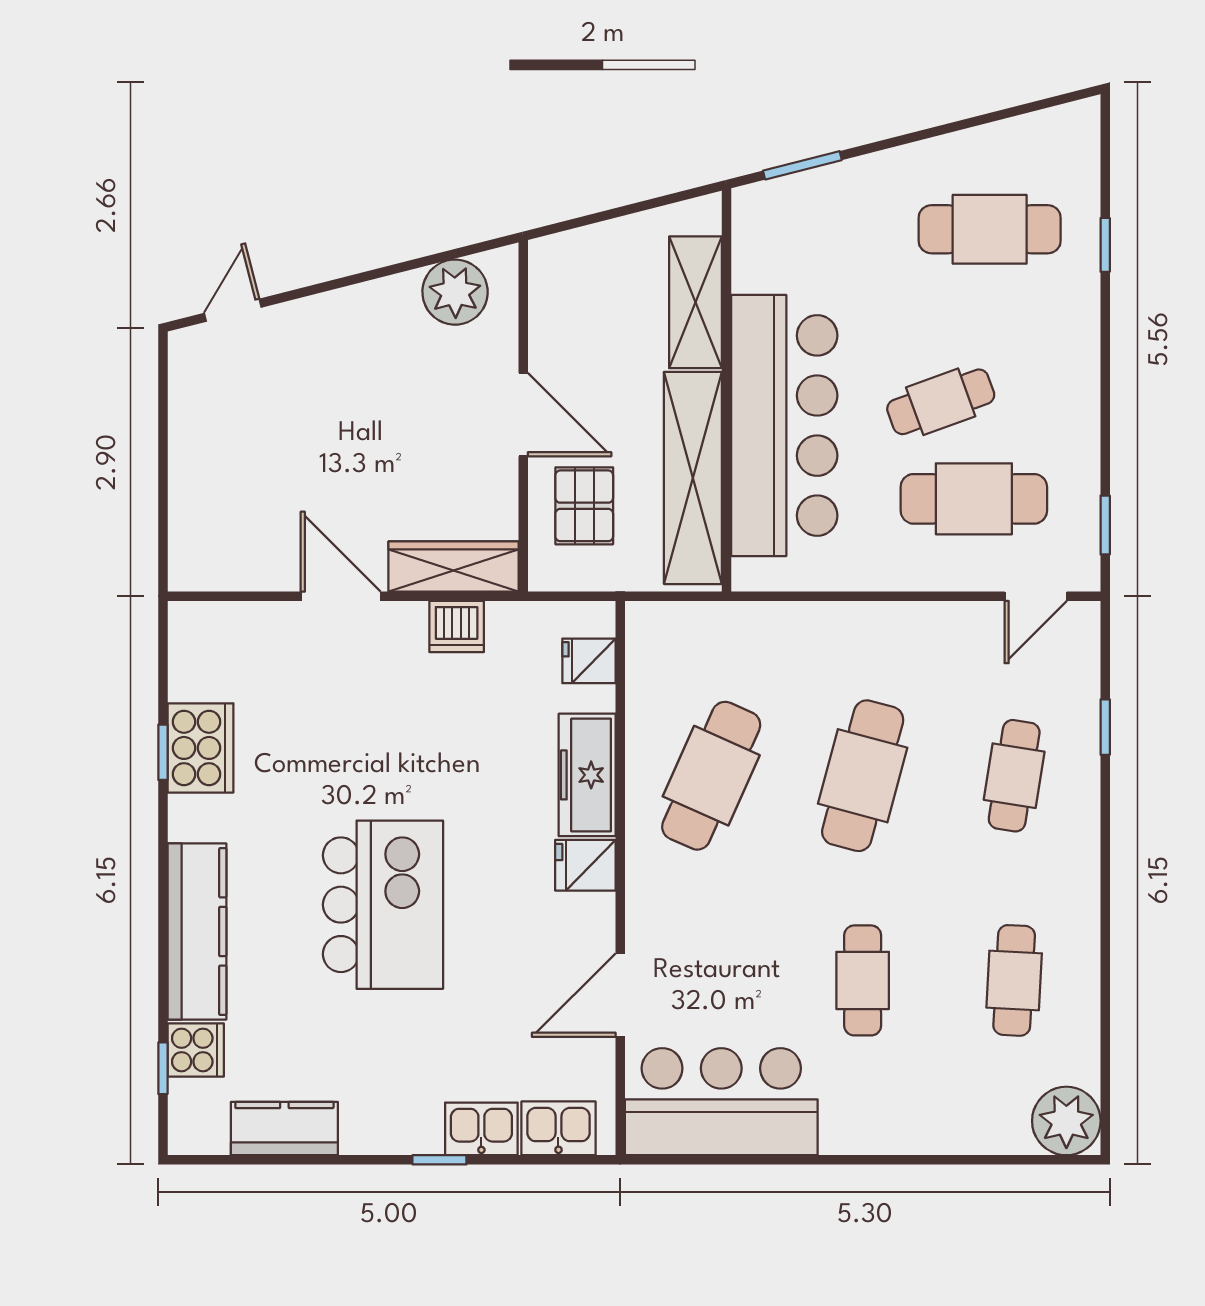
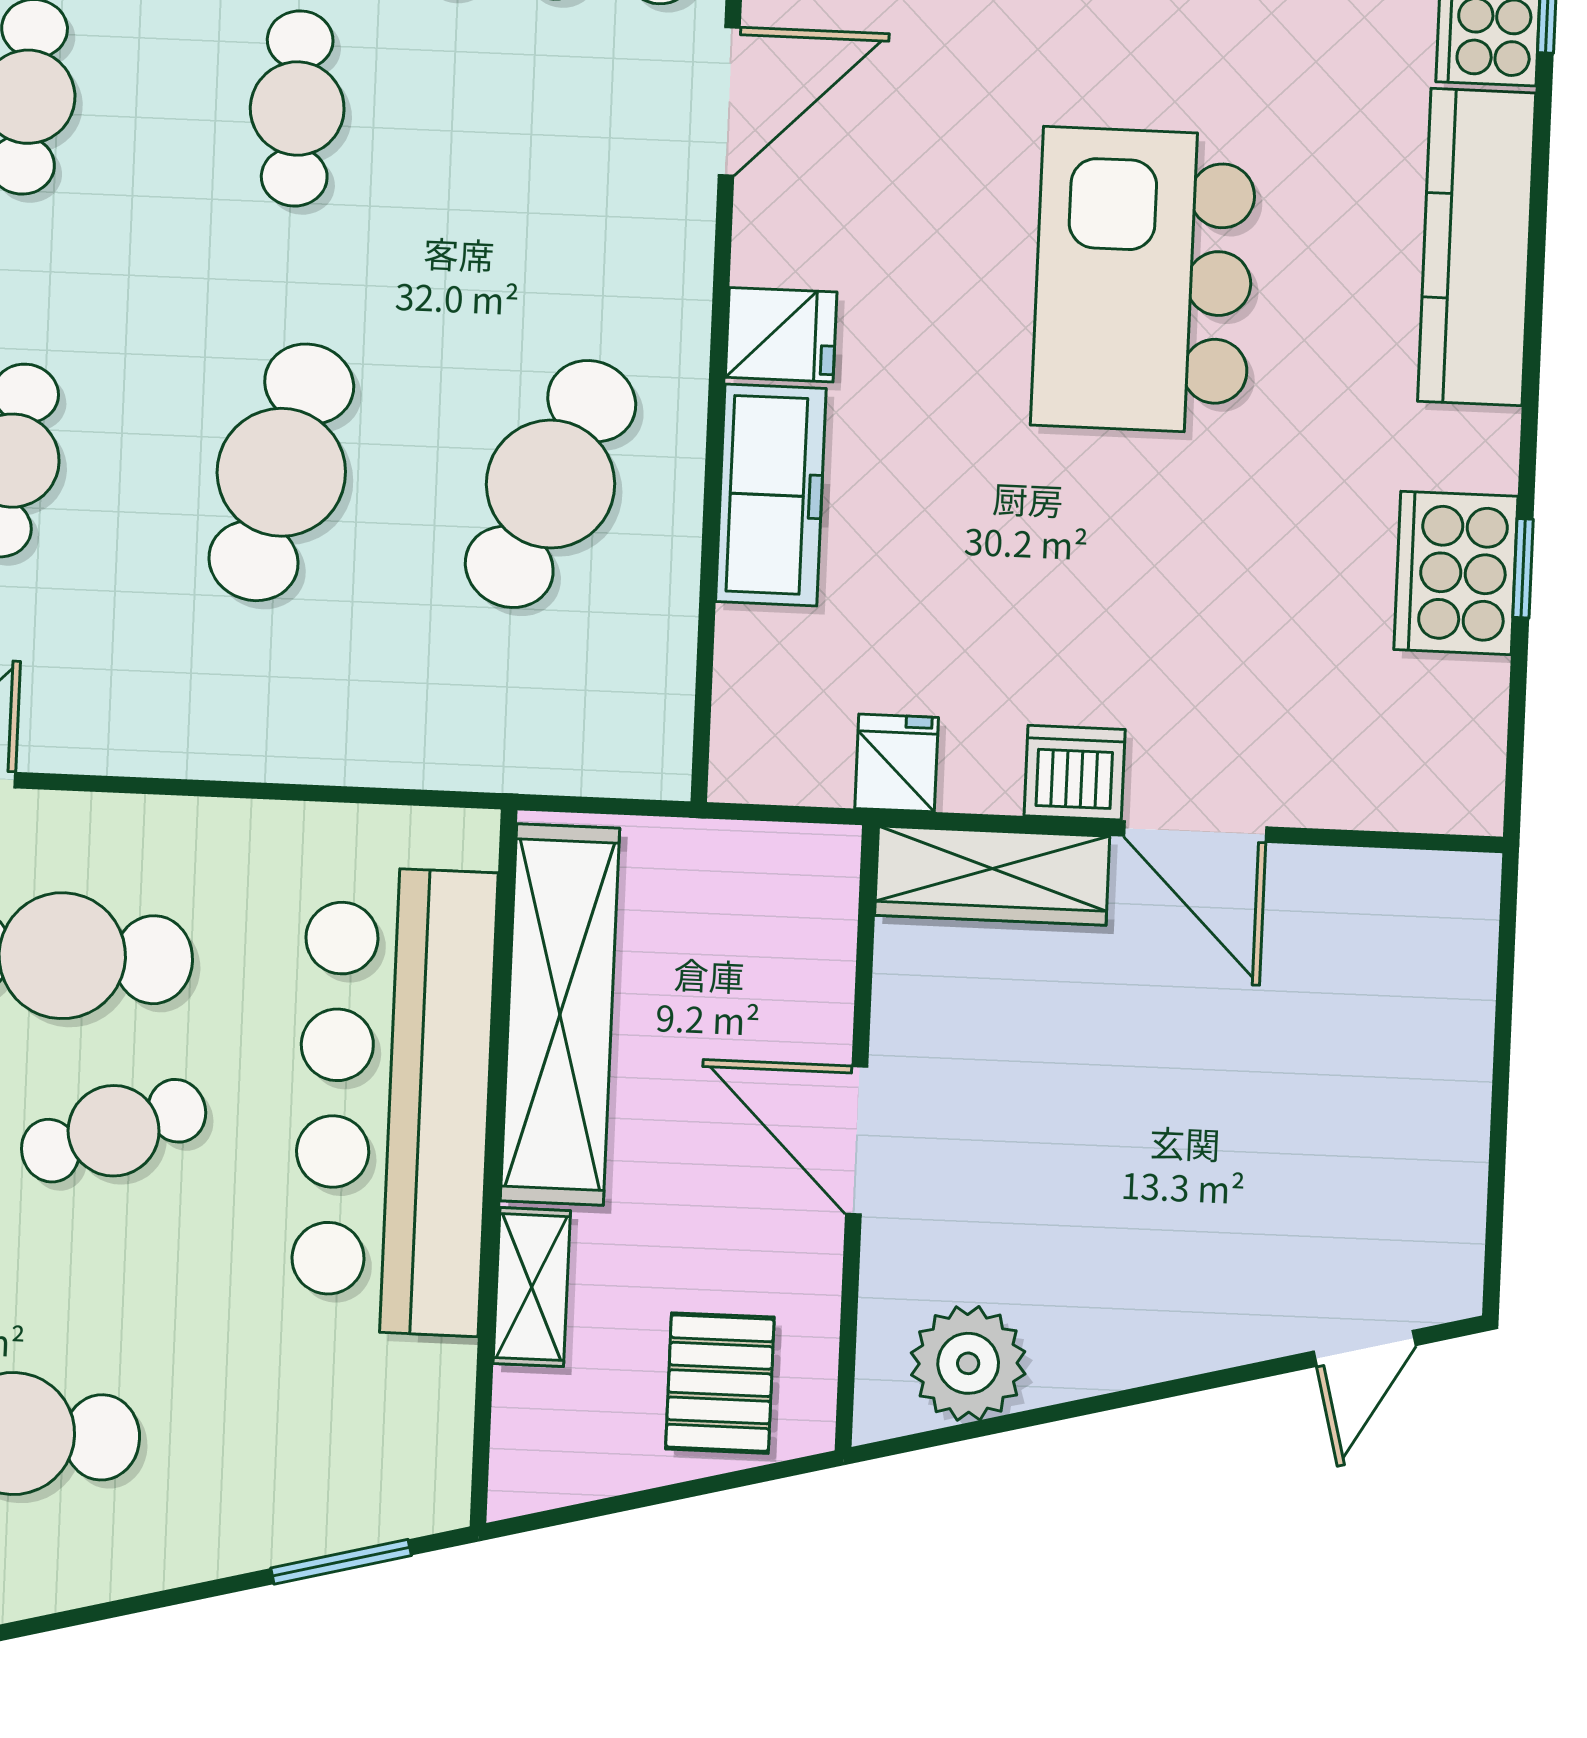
shelving: (695, 302) -> (532, 1287), width x0.67, depth x0.75
pallet: (584, 506) -> (720, 1383), moved
dishwasher: (457, 626) -> (1075, 773), moved
fridge: (589, 661) -> (897, 763), moved, turned -90

